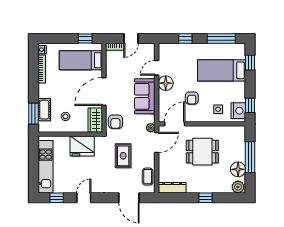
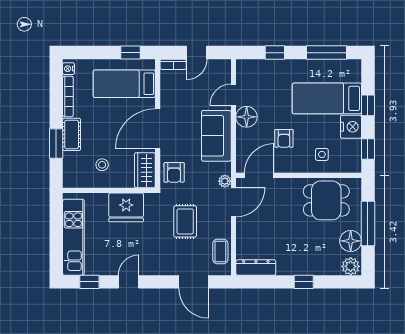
window: (250, 63) -> (368, 105), moved
cot: (44, 110) -> (72, 134), moved
nightstand: (238, 111) -> (351, 127), moved
window: (34, 114) -> (56, 143), moved
dining table: (202, 152) -> (326, 200), moved

